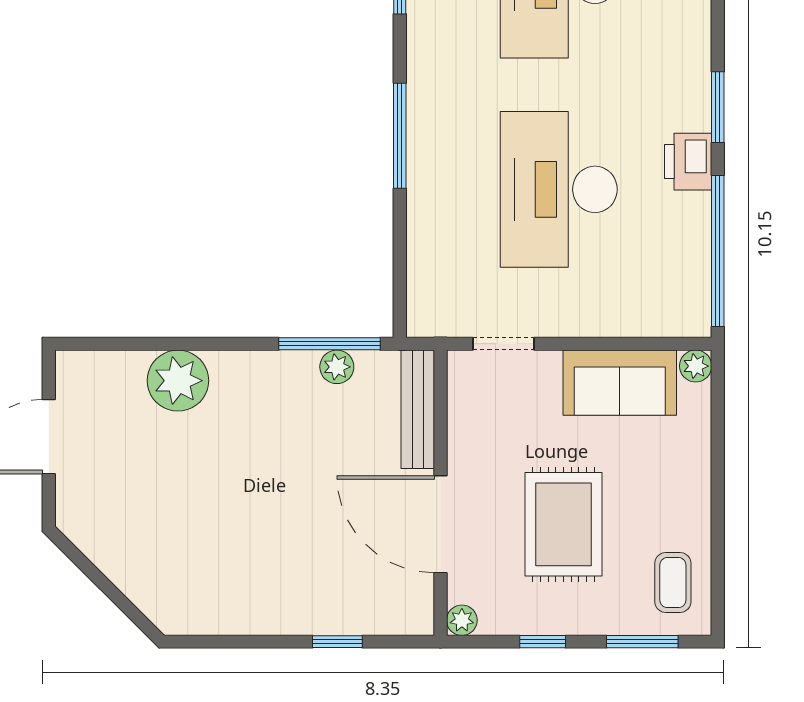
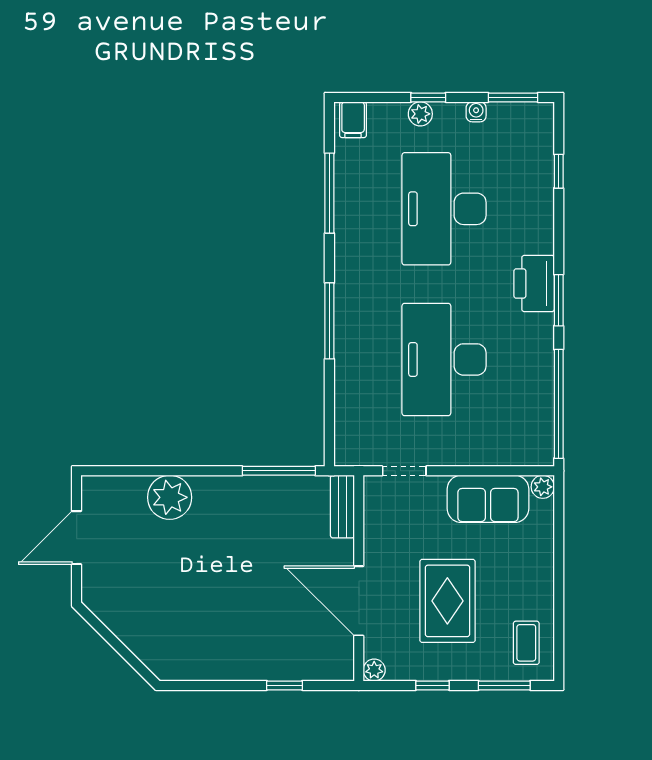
printer: (688, 162) -> (534, 283), moved, width x1.37, depth x1.19
plant: (337, 367) -> (284, 487), removed
bench: (418, 409) -> (342, 507), width x0.73

